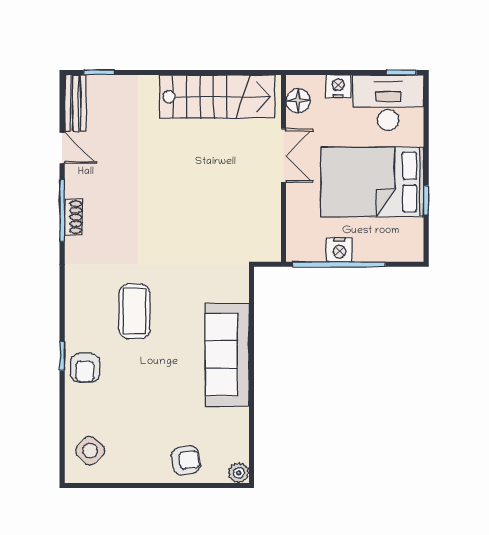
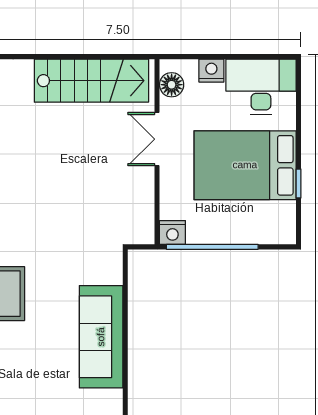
window: (401, 72) -> (274, 57), removed
double door: (283, 156) -> (157, 139), swing flipped
nightstand: (339, 250) -> (172, 233), moved

